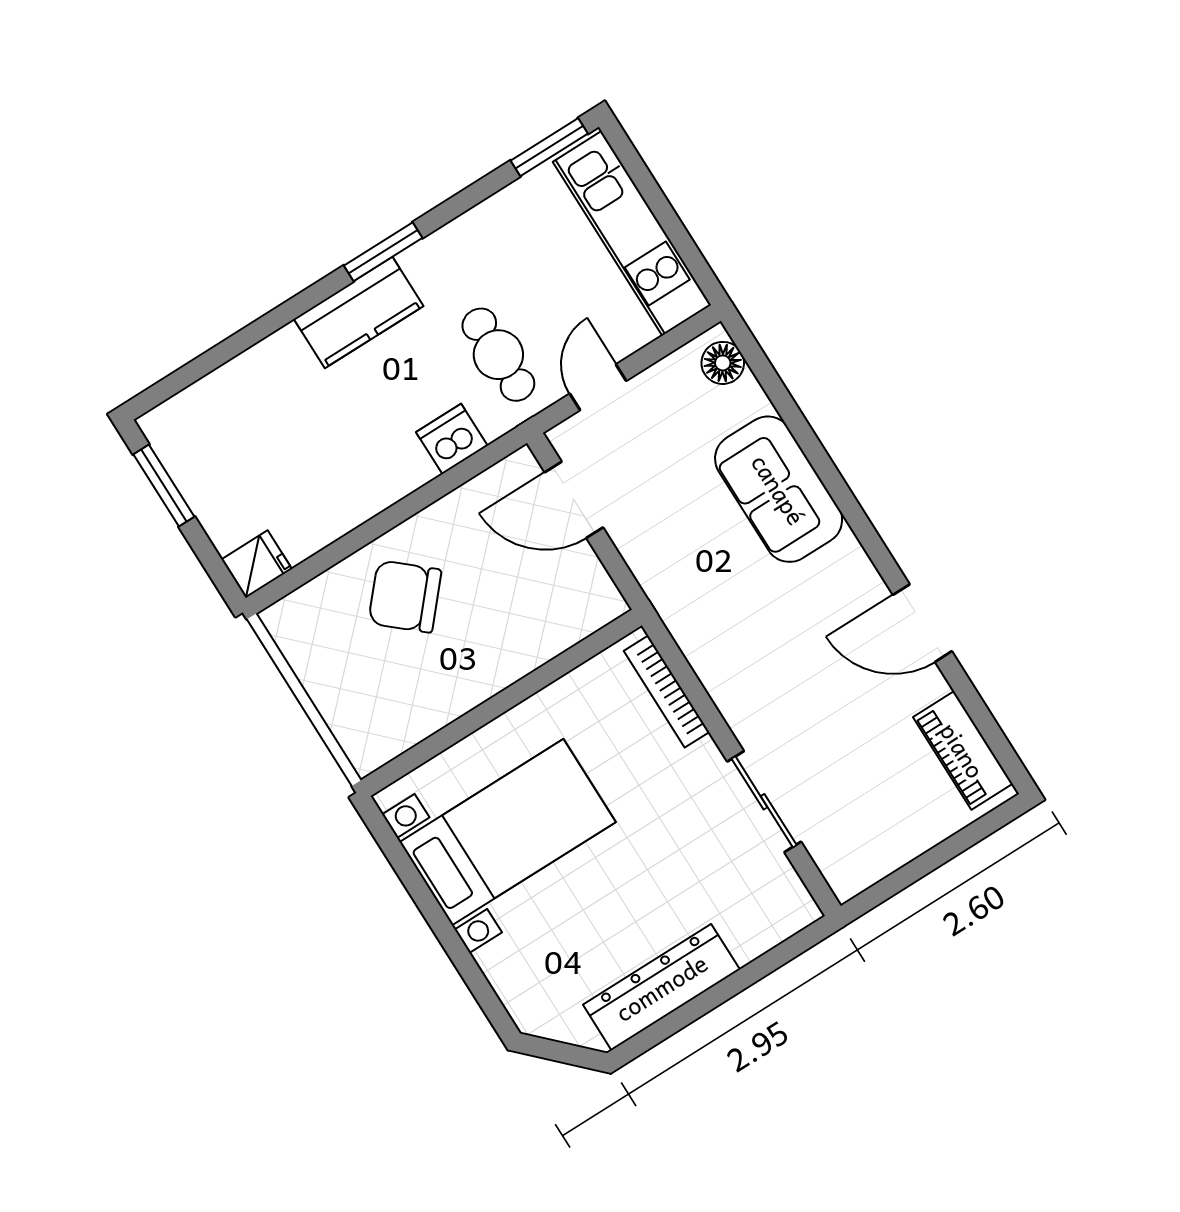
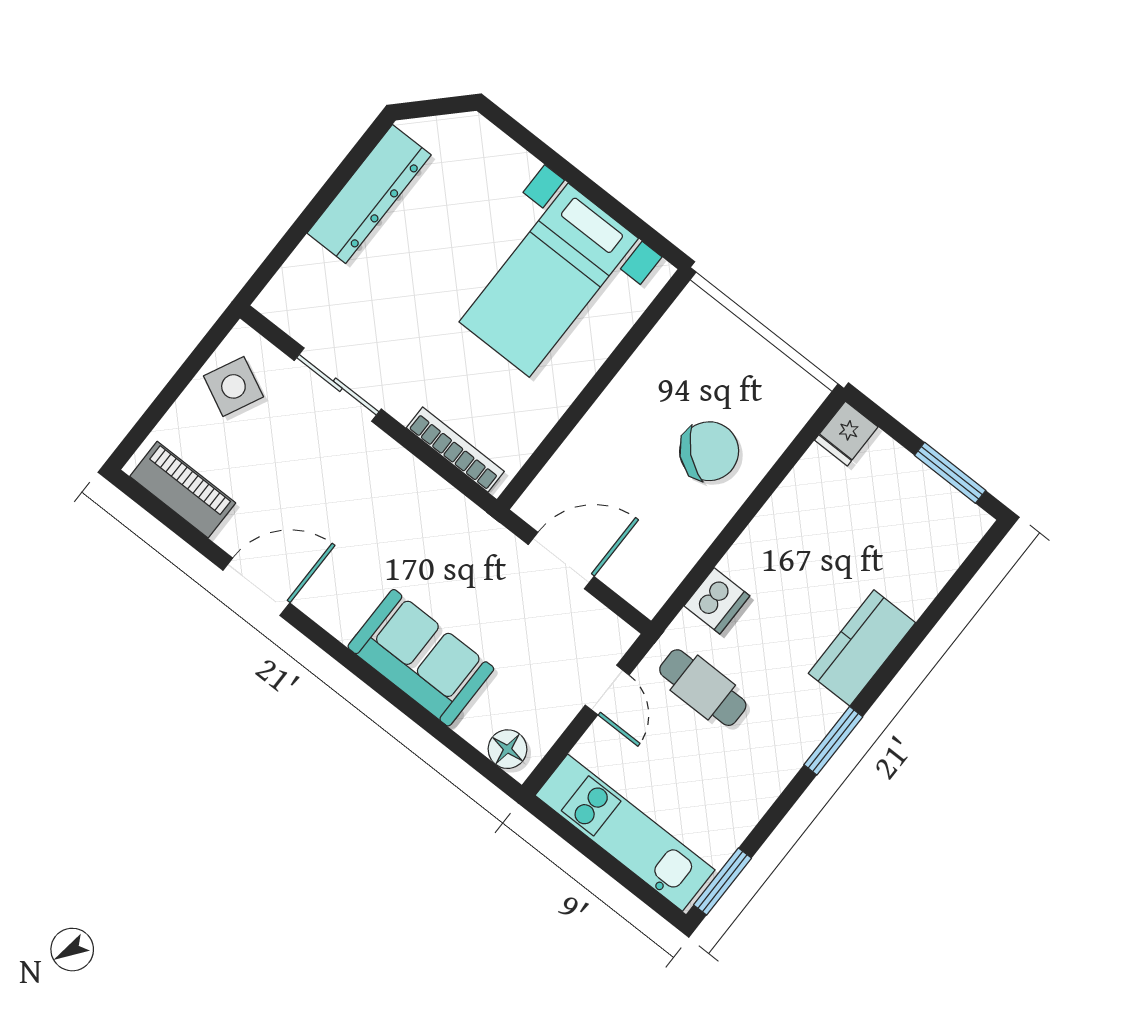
kitchen counter: (359, 312) -> (862, 648), moved
door: (574, 500) -> (561, 560), moved
side table: (872, 838) -> (233, 386), added

